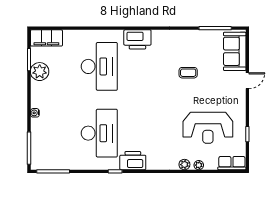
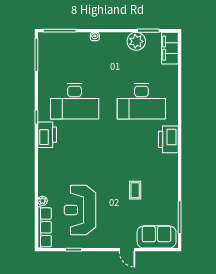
row of seats: (232, 163) -> (44, 227), width x1.48
plant: (184, 165) -> (43, 186), removed

